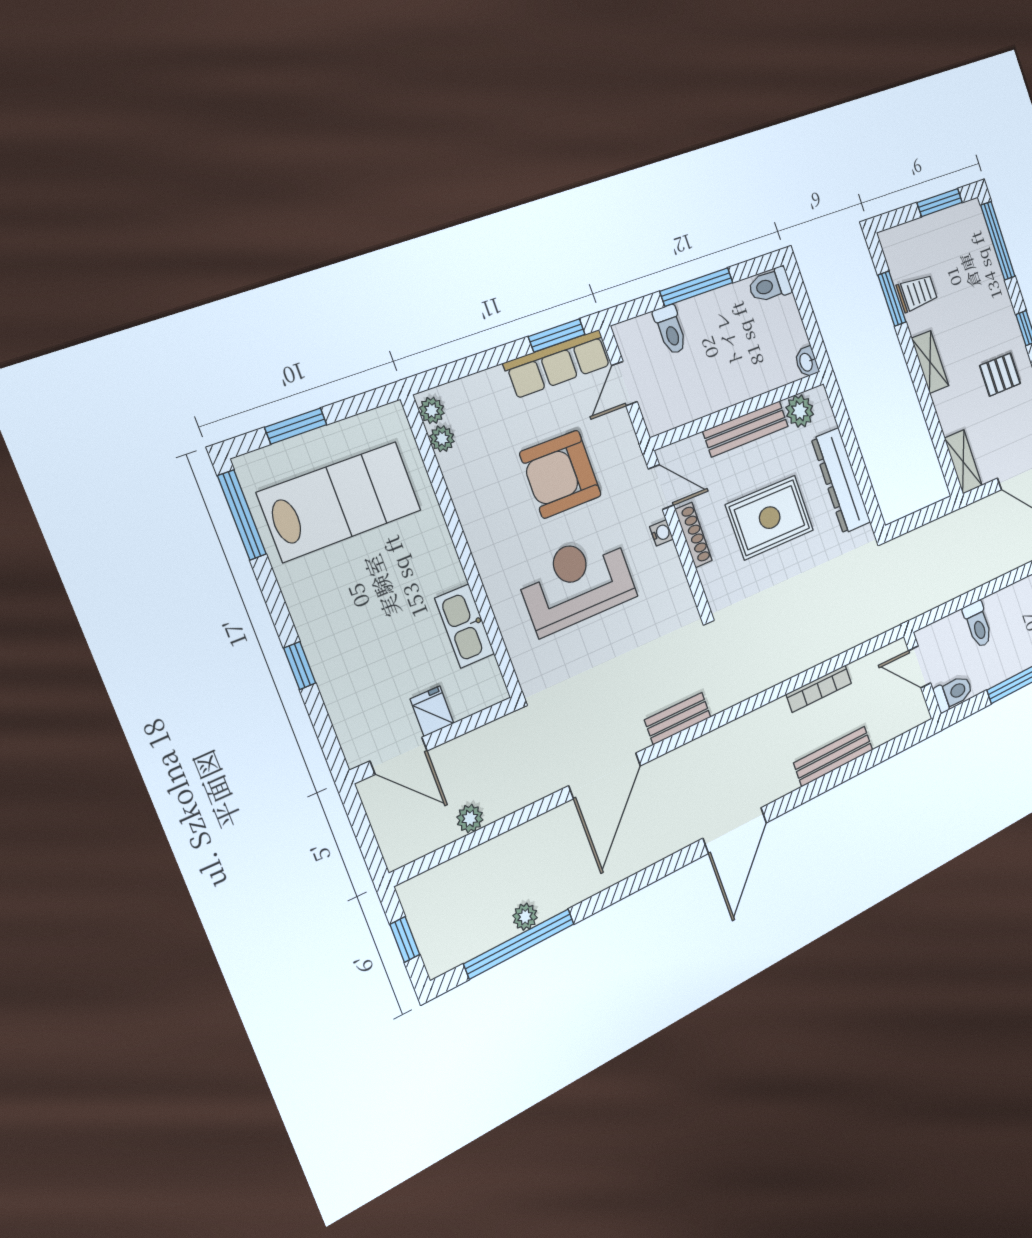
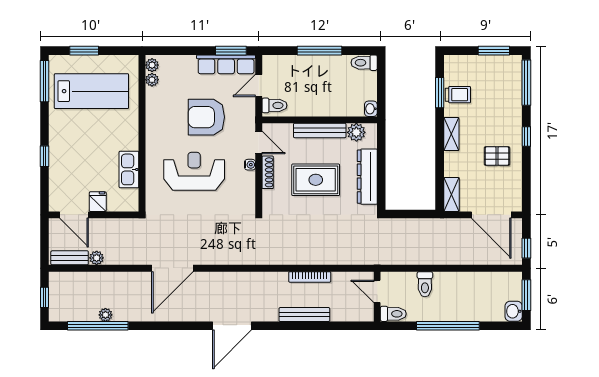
toilet: (670, 330) -> (274, 105), moved, turned -90
bench: (678, 718) -> (70, 258), moved

